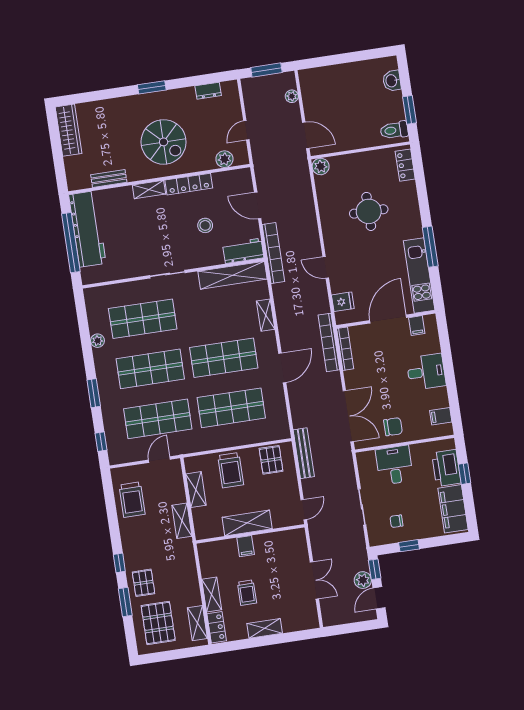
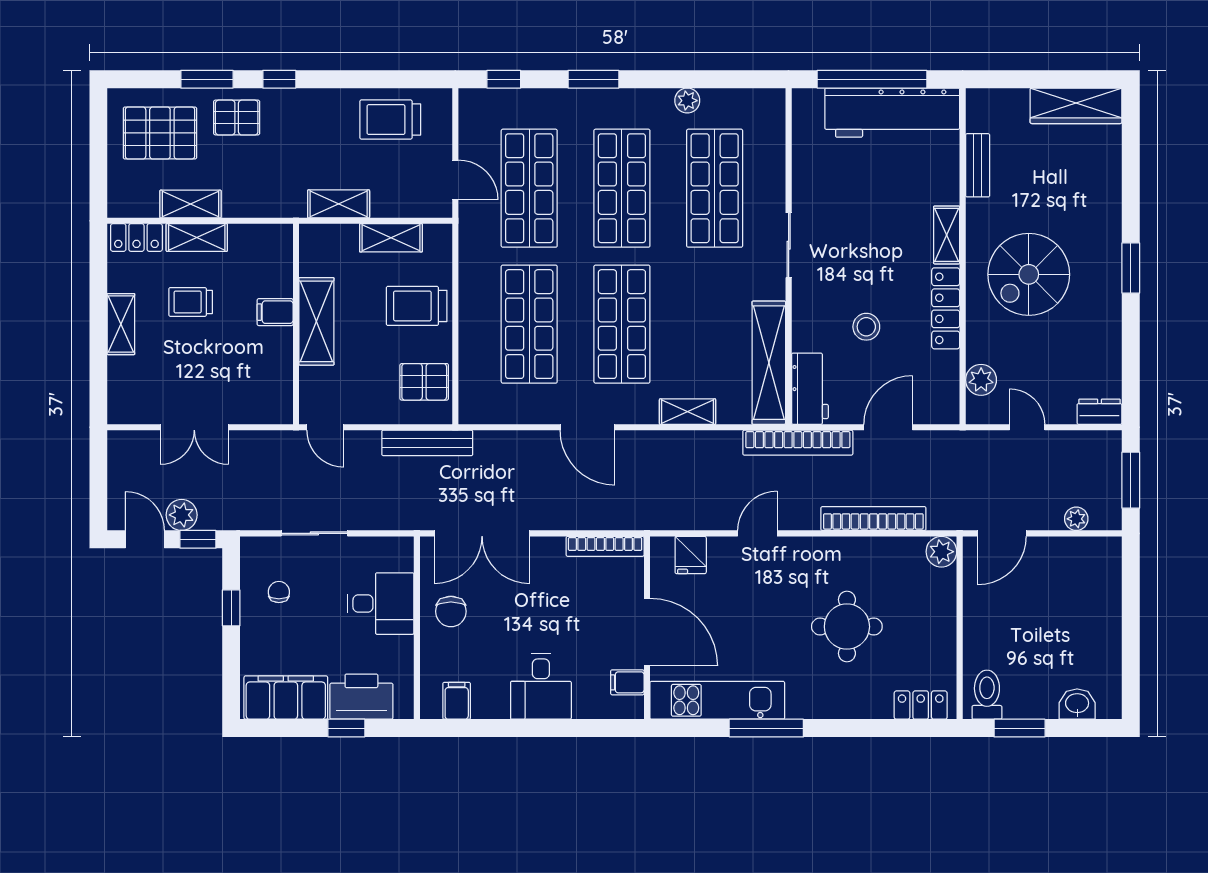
dresser: (208, 91) -> (1099, 412), moved, turned 90
bookcase: (329, 342) -> (873, 519), moved
shelving: (197, 623) -> (190, 204), moved

